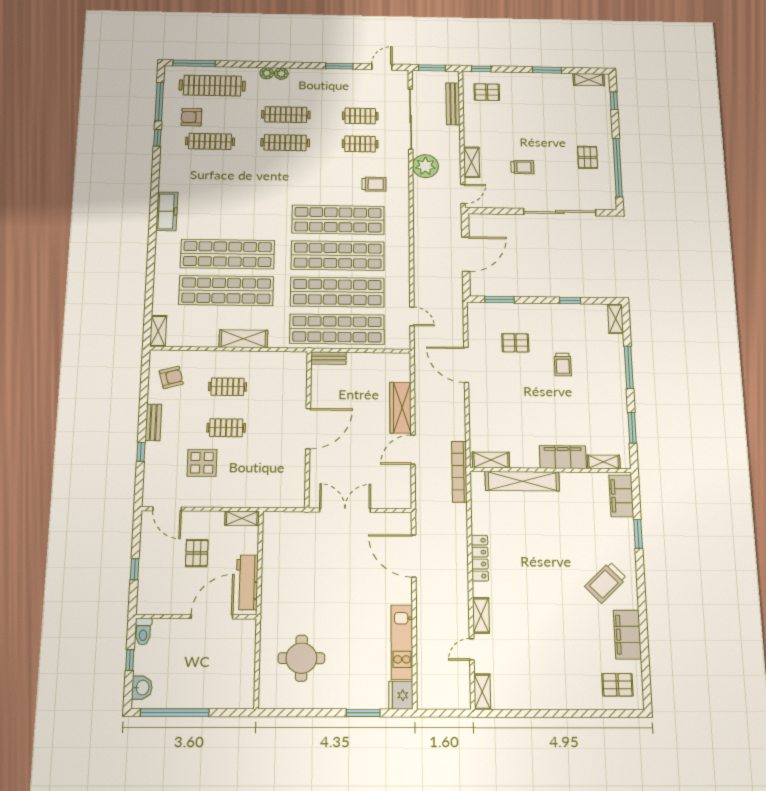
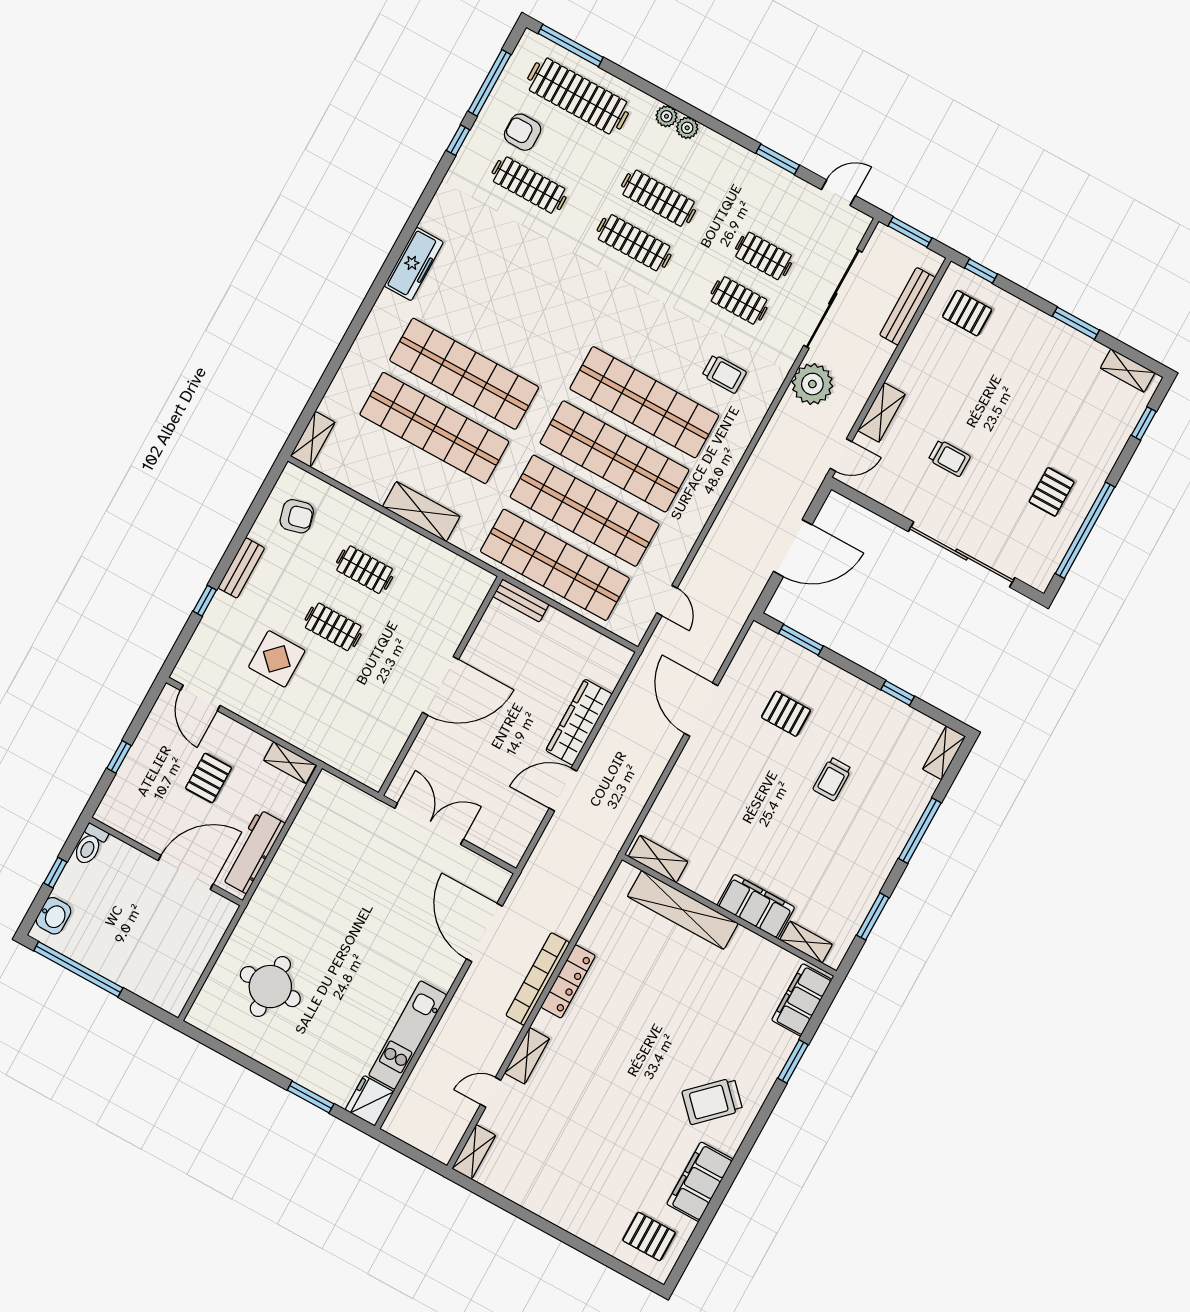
bookcase: (459, 472) -> (538, 979), moved

